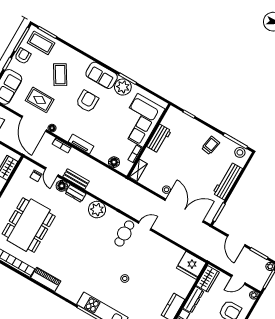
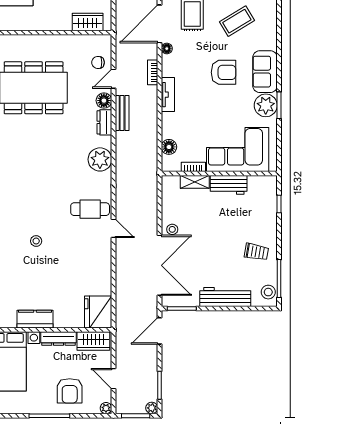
shelving: (138, 170) -> (195, 182), moved
door: (236, 240) -> (160, 331), moved

